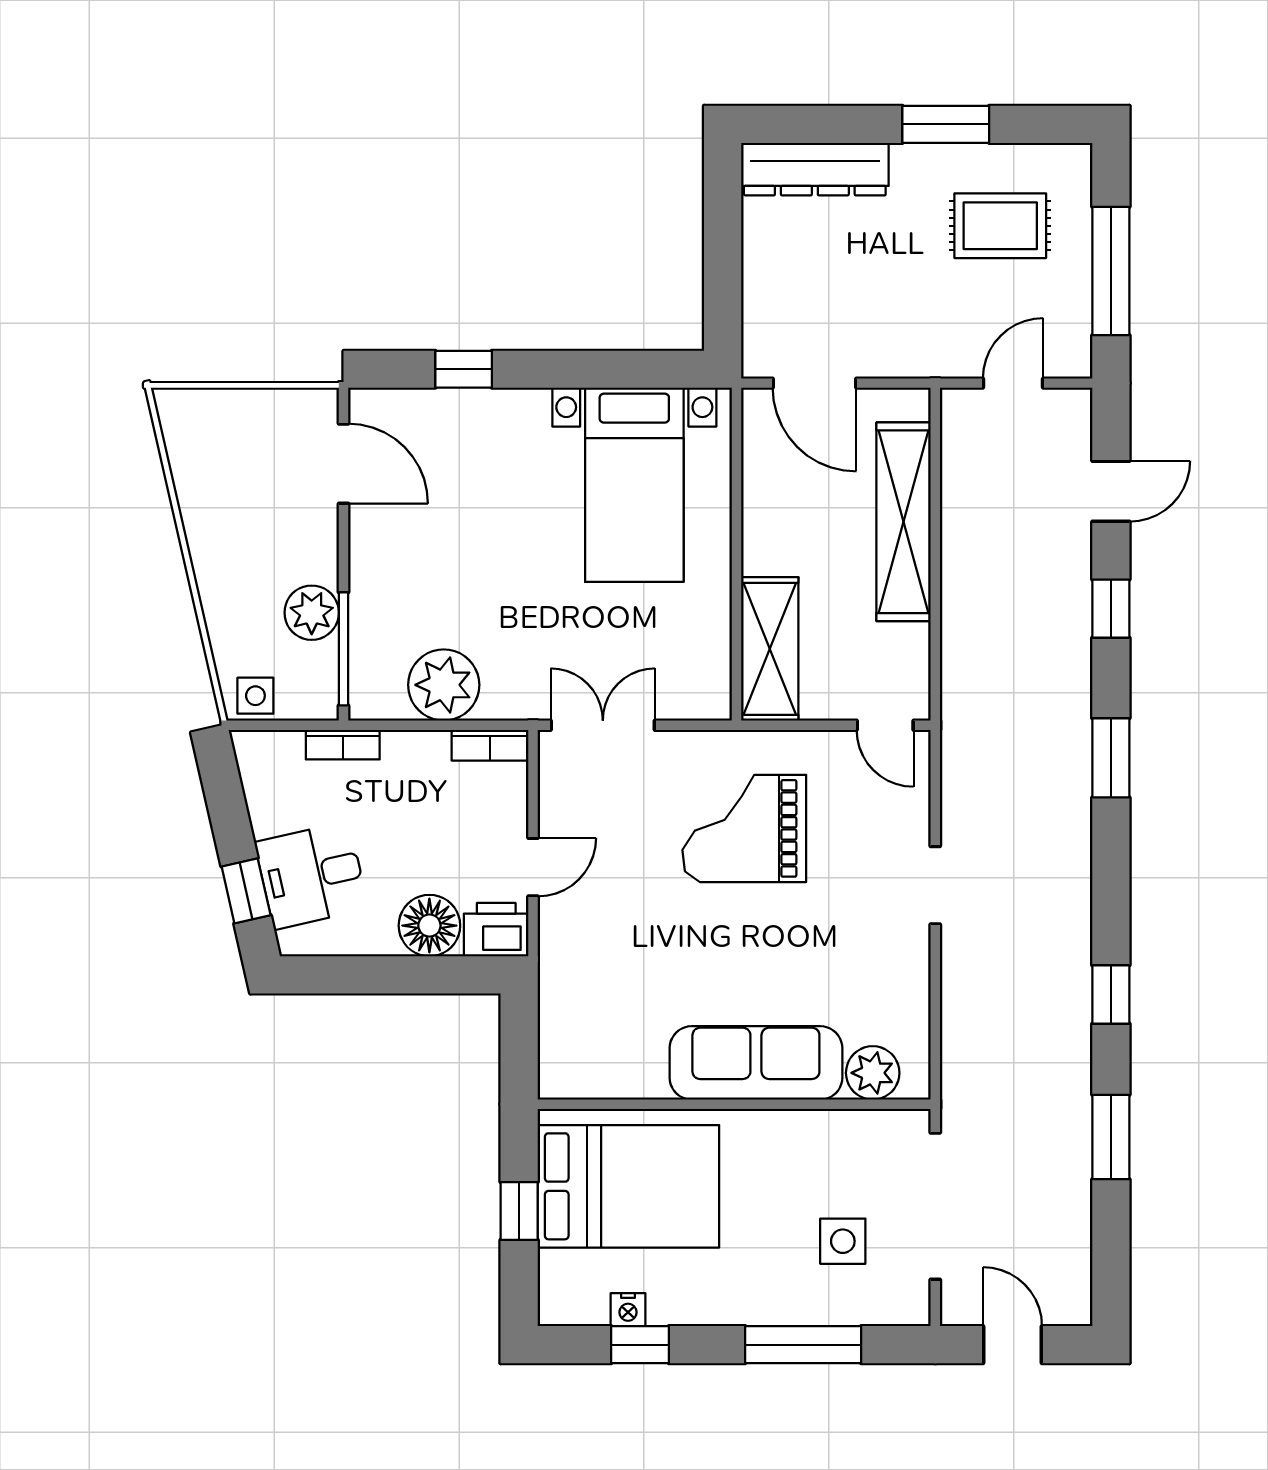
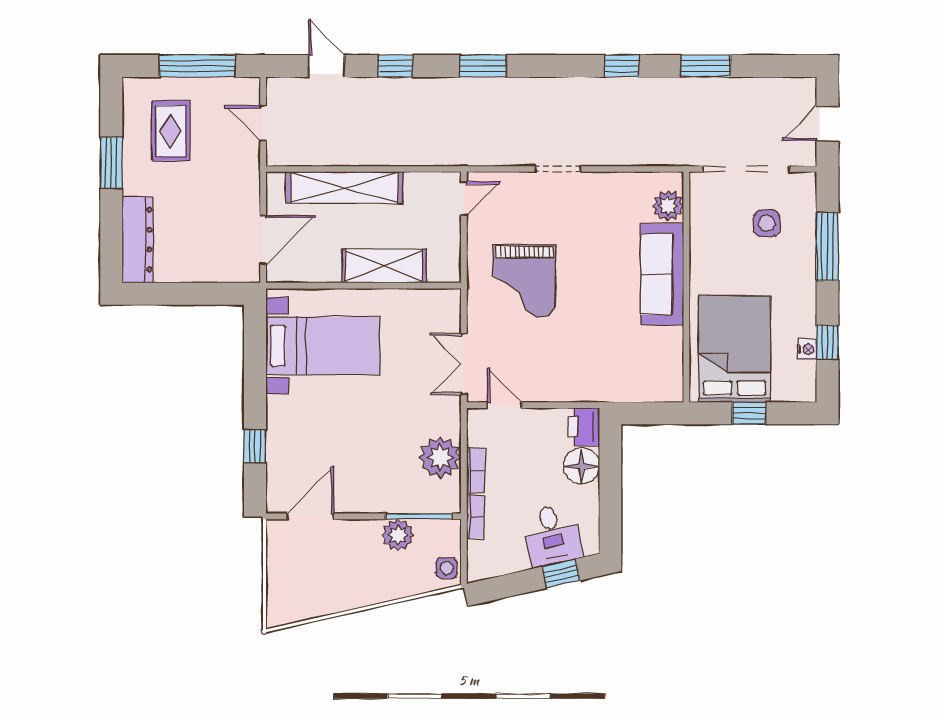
shelving: (770, 649) -> (384, 266), moved
bookcase: (490, 745) -> (476, 470), moved
door: (533, 867) -> (504, 405), moved

